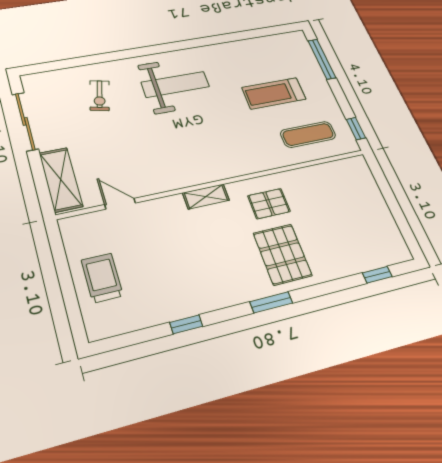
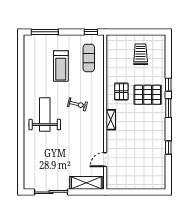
exercise bike: (100, 96) -> (77, 104), moved
window: (377, 275) -> (168, 85), moved
trolley: (102, 278) -> (141, 54), moved, turned 90

